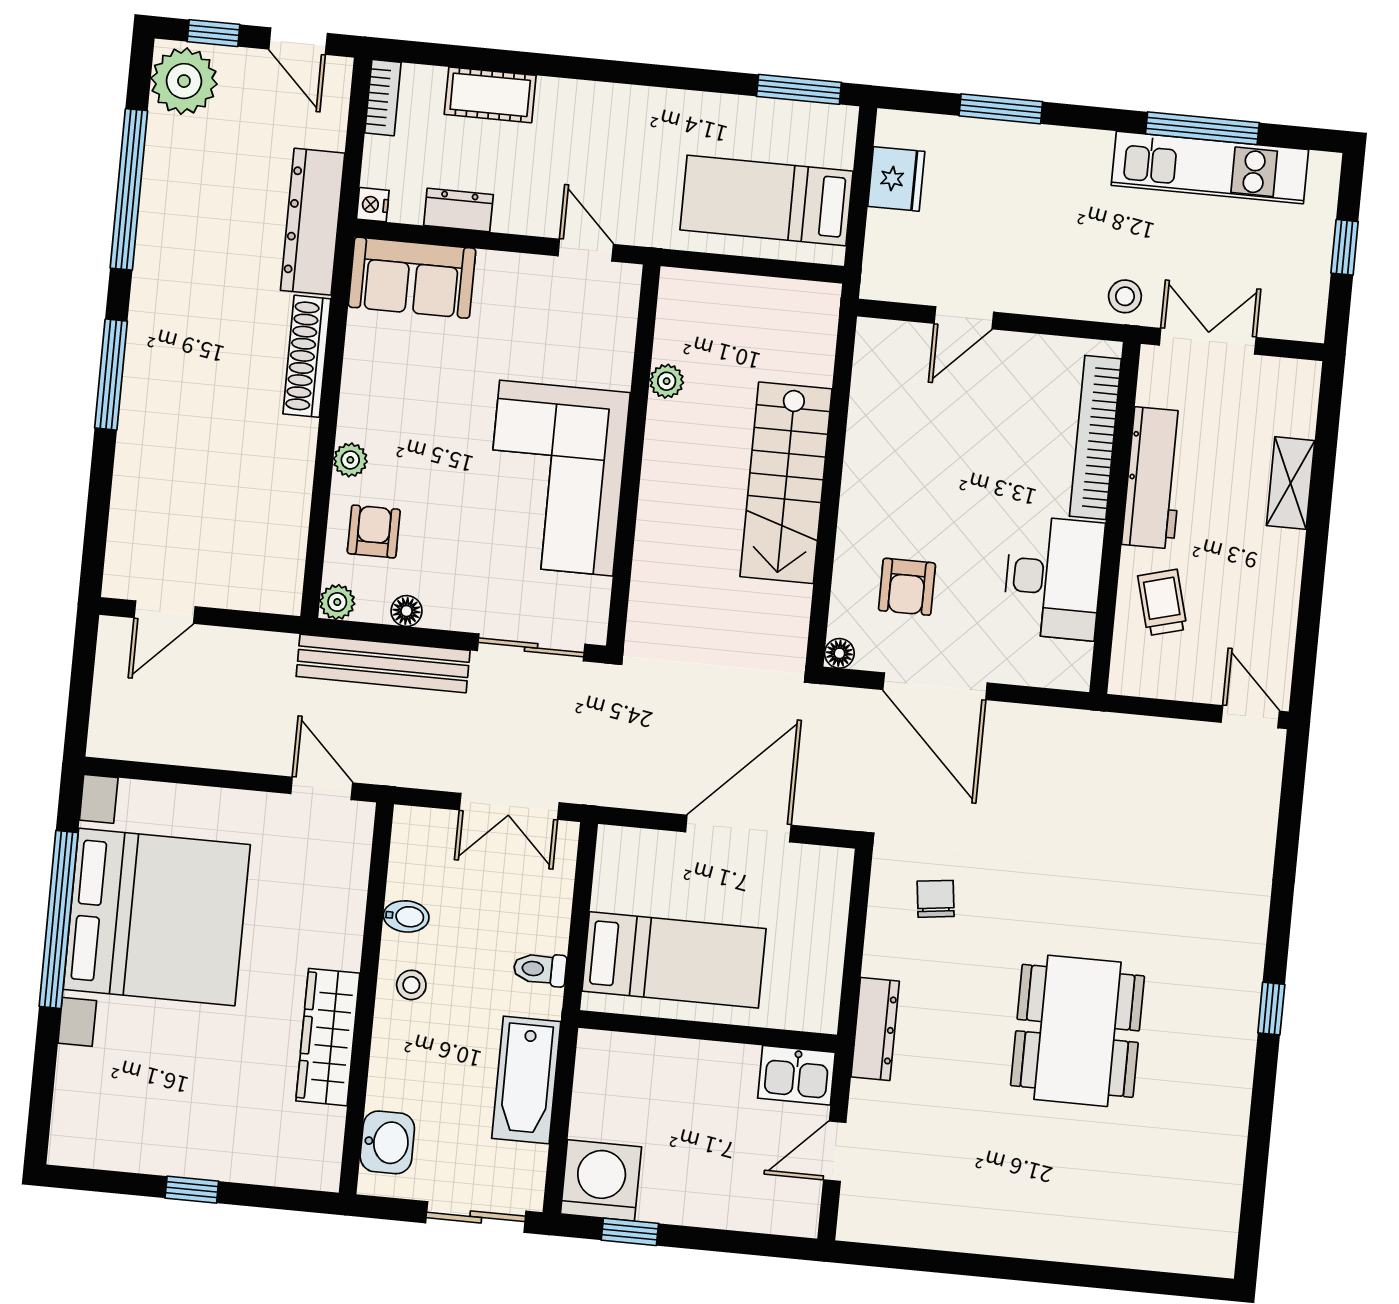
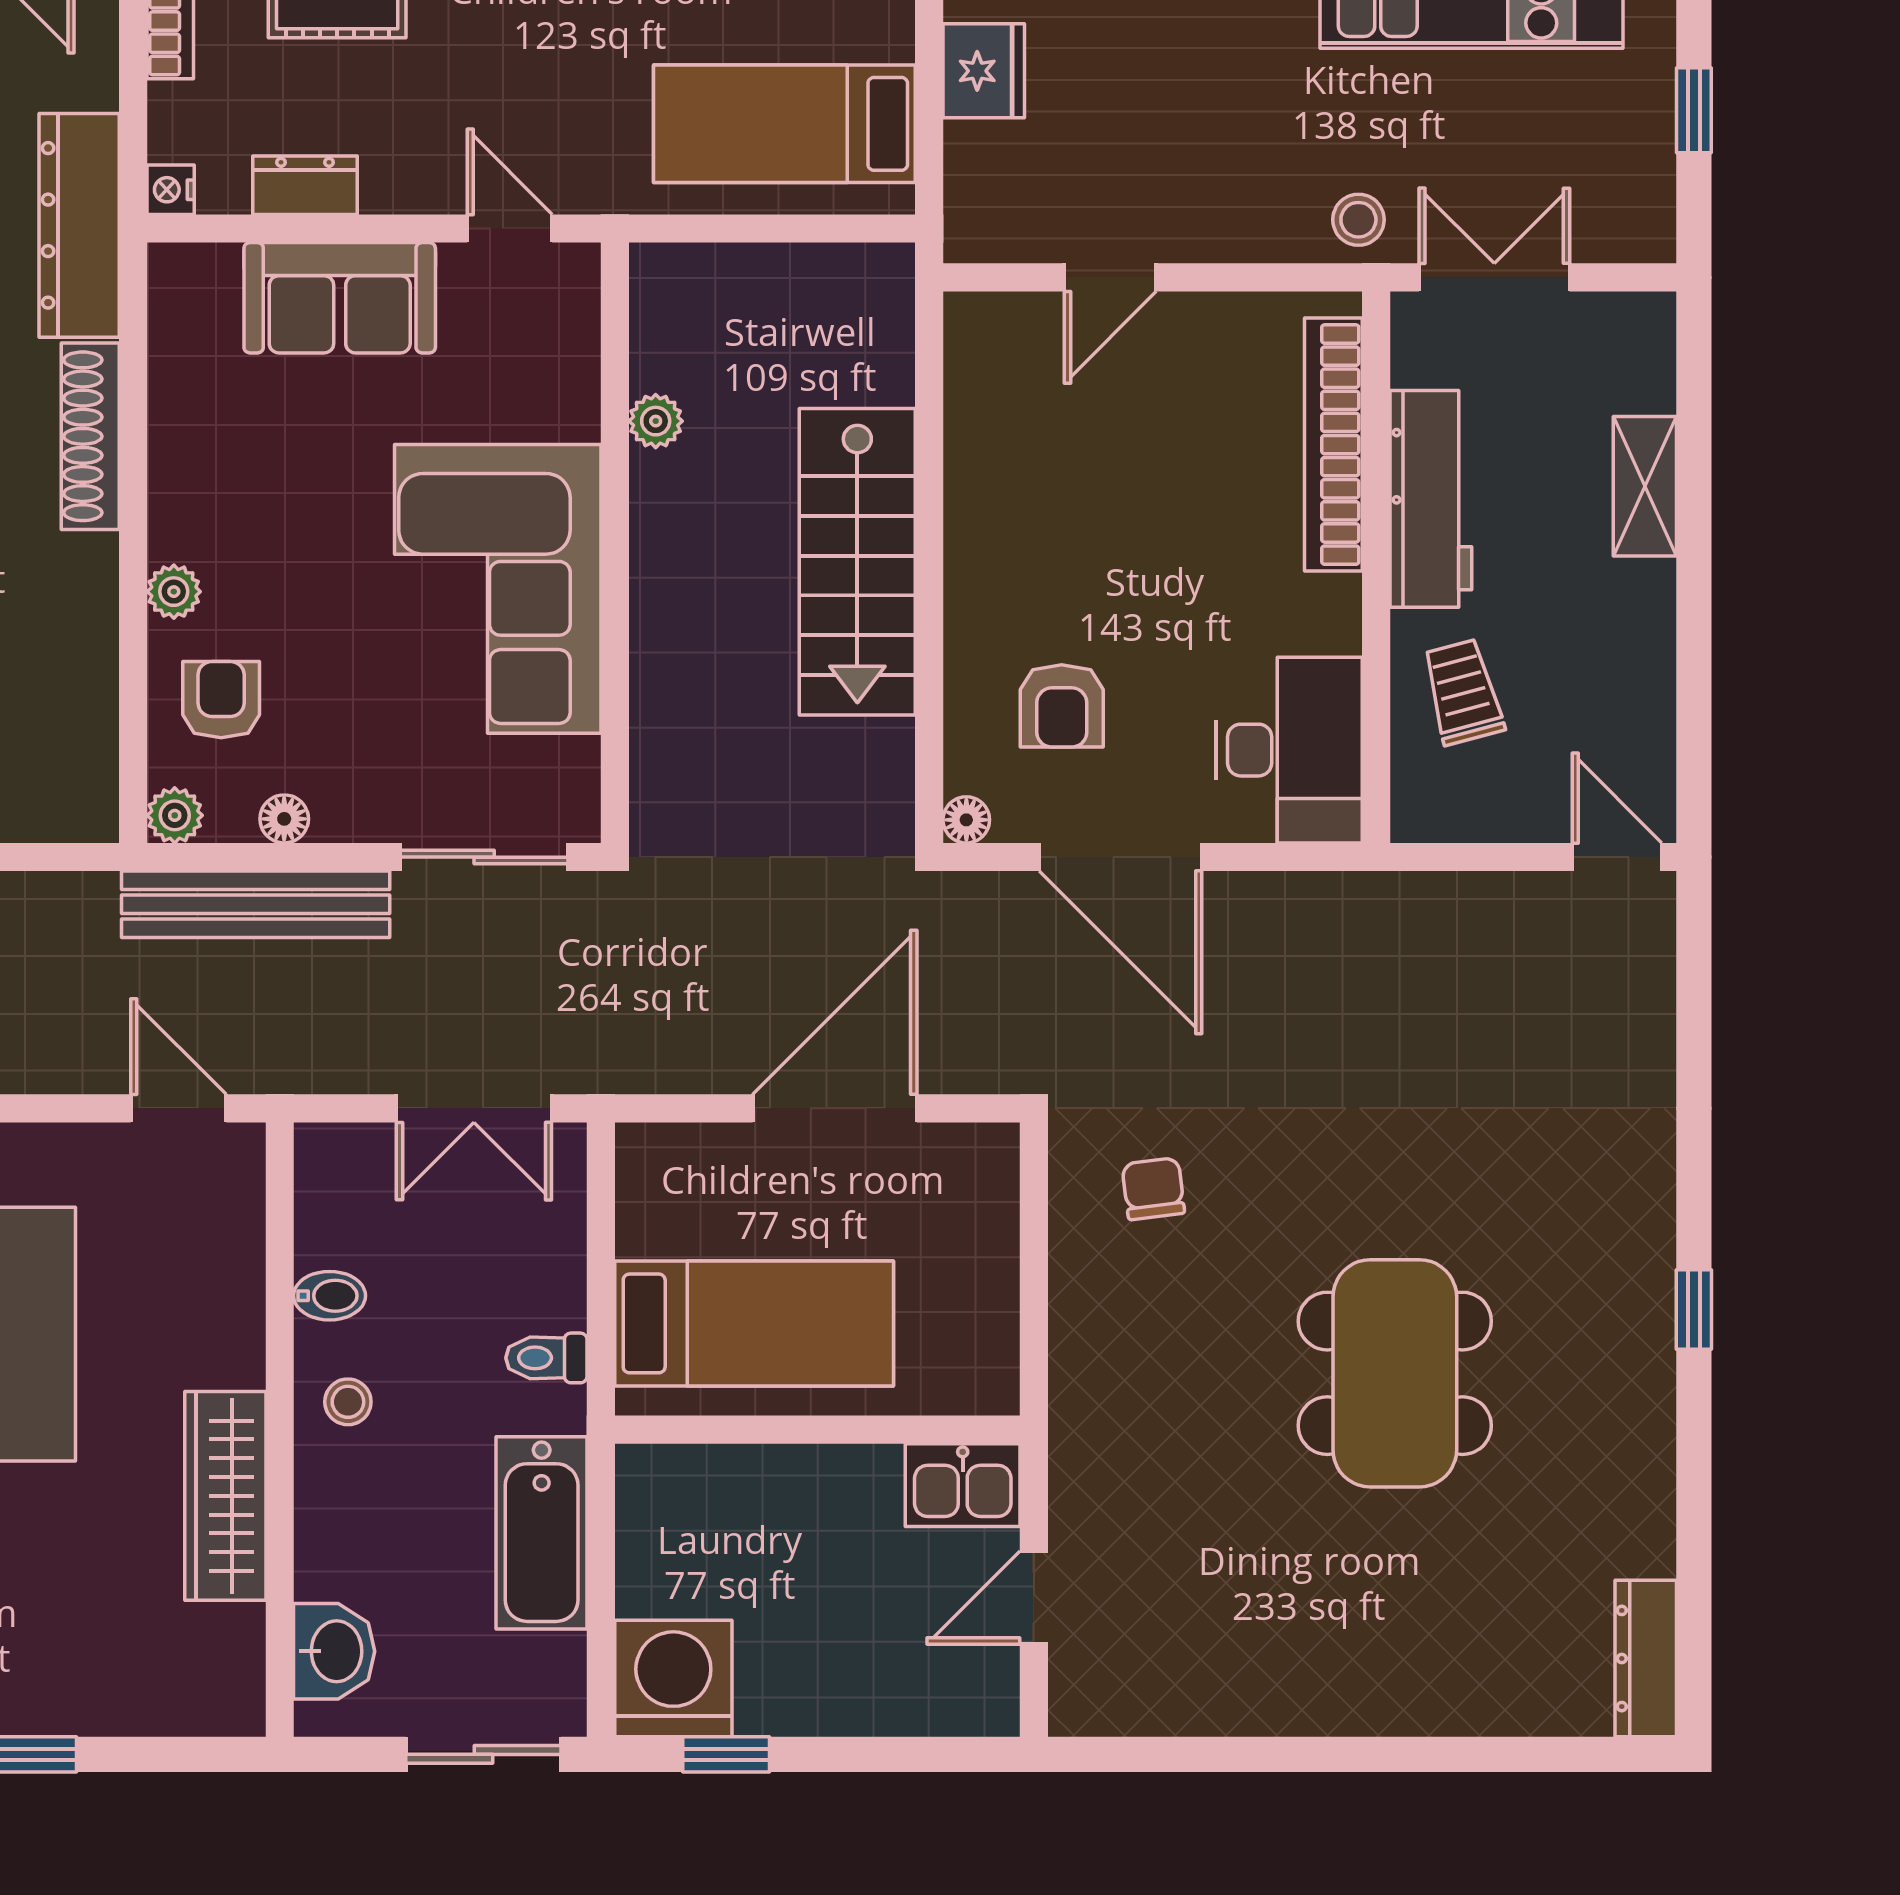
sofa: (412, 278) -> (340, 298), moved
desk: (1053, 578) -> (1289, 750), moved
dresser: (875, 1029) -> (1646, 1659), moved, turned 180

